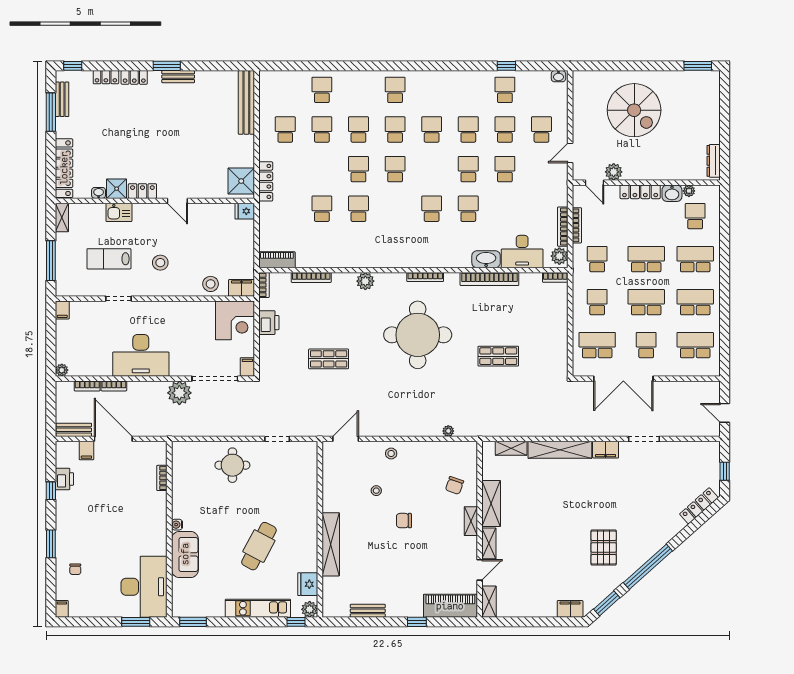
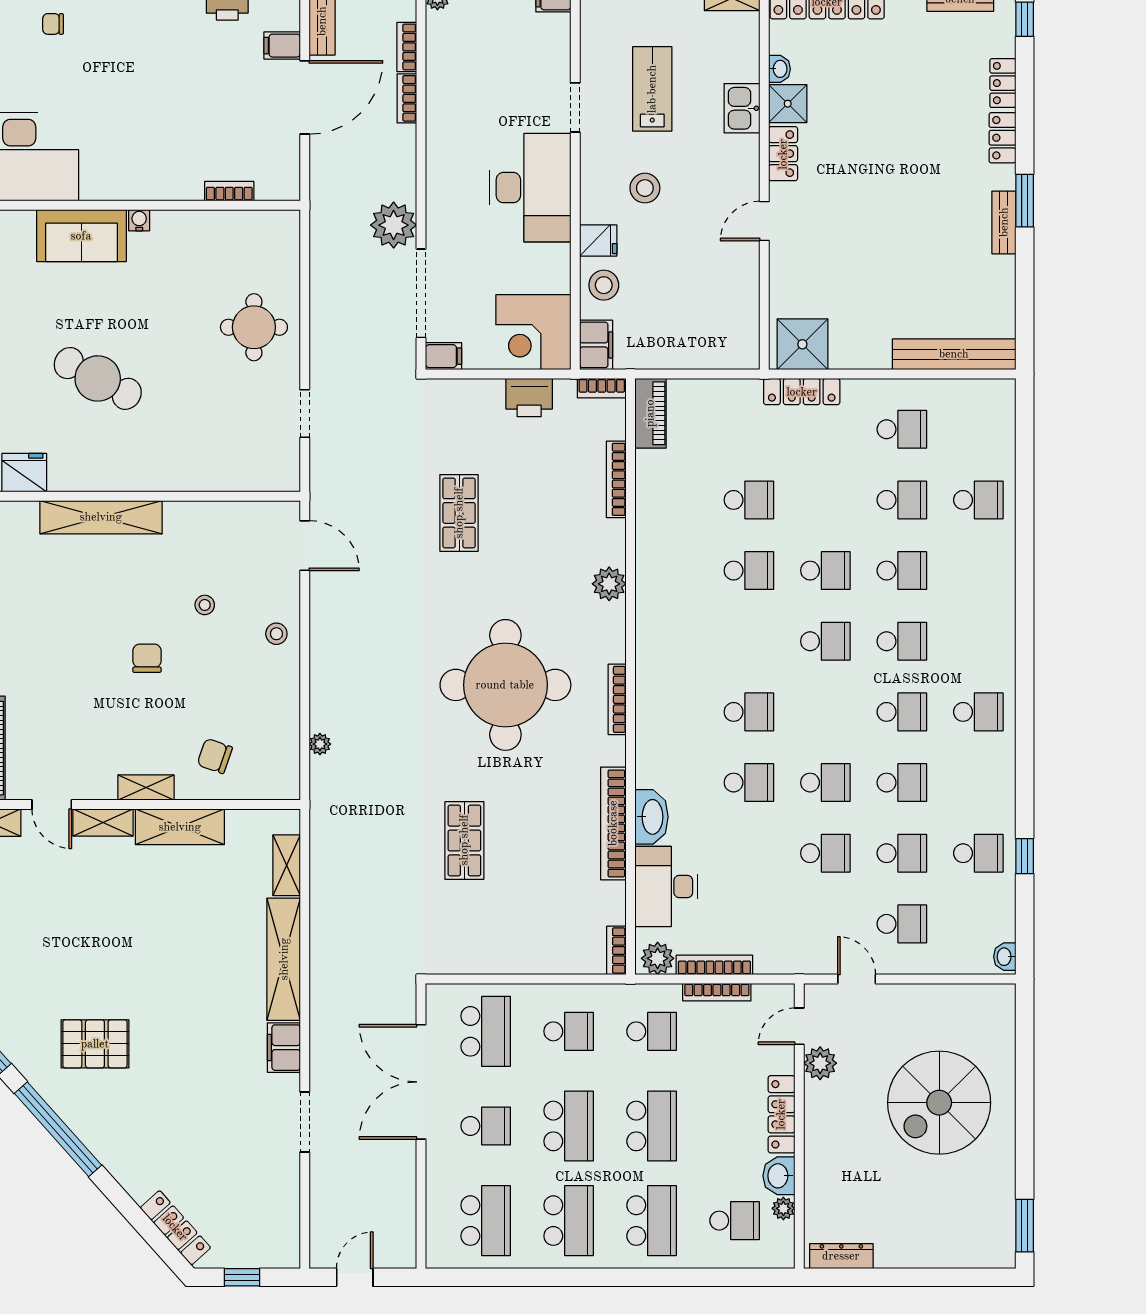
school desk: (395, 90) -> (978, 712), moved
fridge: (245, 211) -> (598, 240), moved, turned 90
desk: (141, 355) -> (530, 188), moved, turned 180

